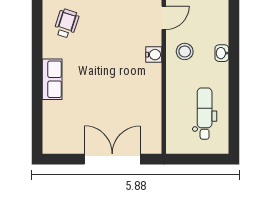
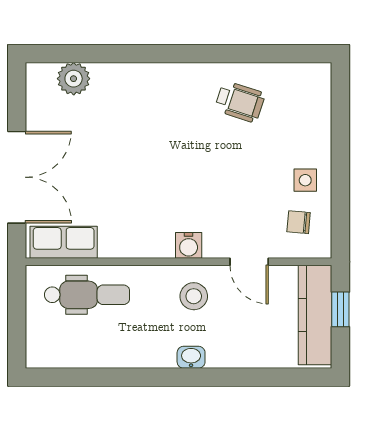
row of seats: (52, 79) -> (64, 242), moved, turned 180
dental chair: (205, 114) -> (87, 295), moved
plant: (52, 125) -> (74, 79), added

